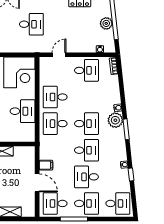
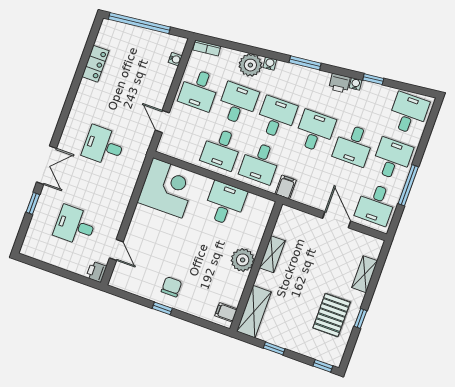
plant: (106, 23) -> (141, 37), removed
desk: (31, 24) -> (104, 146), turned -90
desk: (86, 70) -> (199, 90), turned 180
desk: (86, 97) -> (238, 104), added
plant: (115, 120) -> (250, 65), moved
printer: (121, 155) -> (339, 83), added
filing cabinet: (46, 165) -> (286, 187), moved
door: (37, 183) -> (337, 220), hinge flipped

